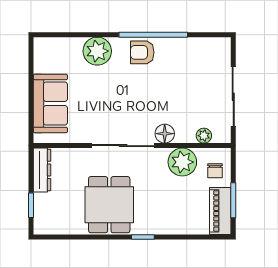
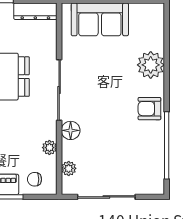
window: (153, 35) -> (167, 145), moved
armchair: (142, 52) -> (149, 109), turned -90
plant: (182, 162) -> (49, 148), width x0.53, depth x0.53

